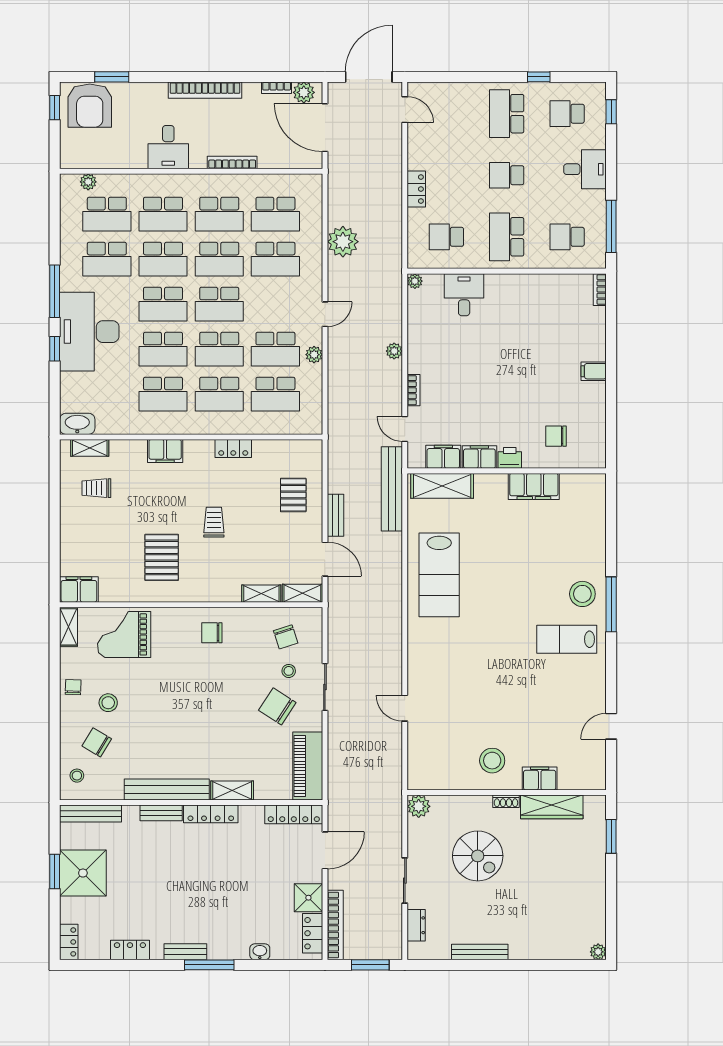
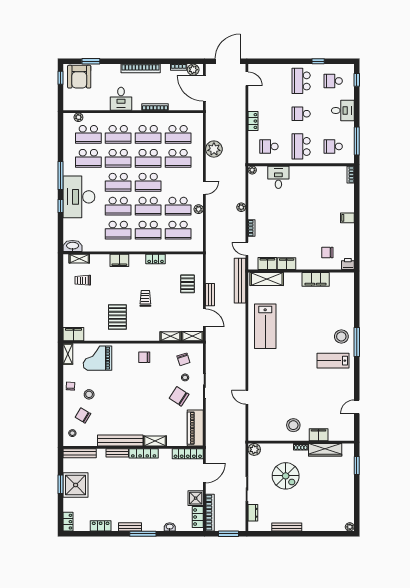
printer: (510, 458) -> (348, 264), moved

